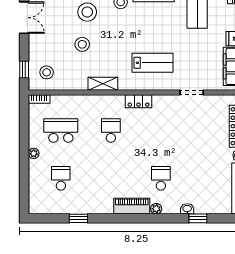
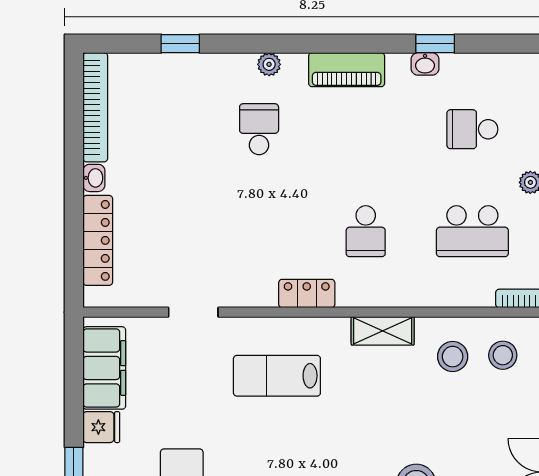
stool: (82, 44) -> (453, 357), moved
school desk: (61, 178) -> (472, 129), turned 90
school desk: (161, 178) -> (259, 129), turned 180
piano: (132, 206) -> (347, 70), moved
washbasin: (187, 209) -> (425, 64), moved

